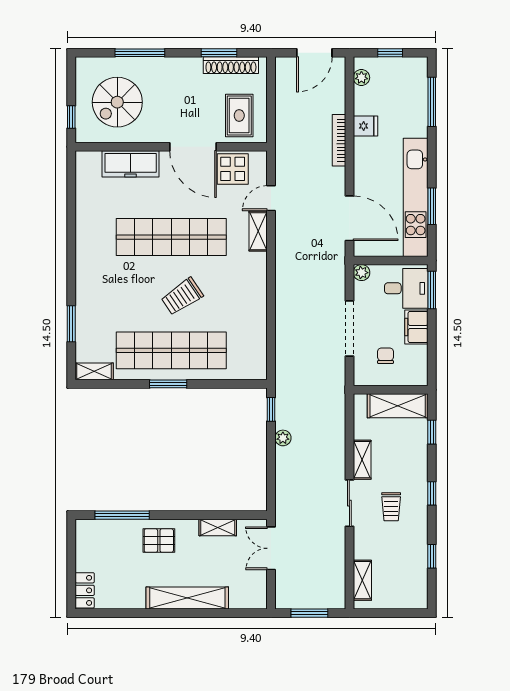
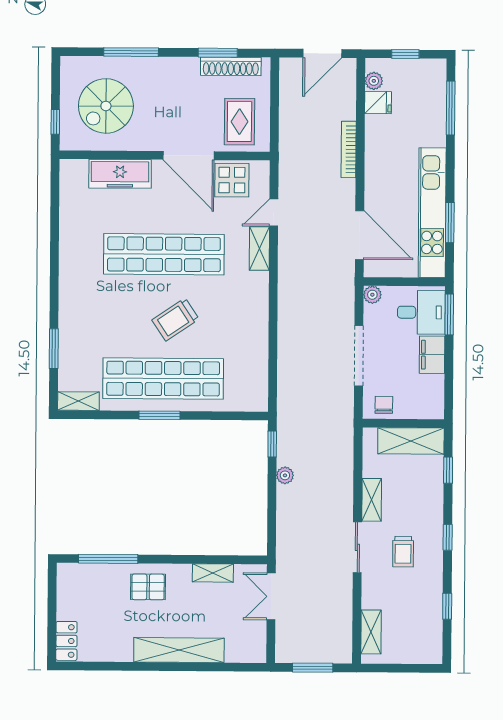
fridge: (365, 126) -> (378, 103), moved
chair: (385, 356) -> (384, 405), moved

